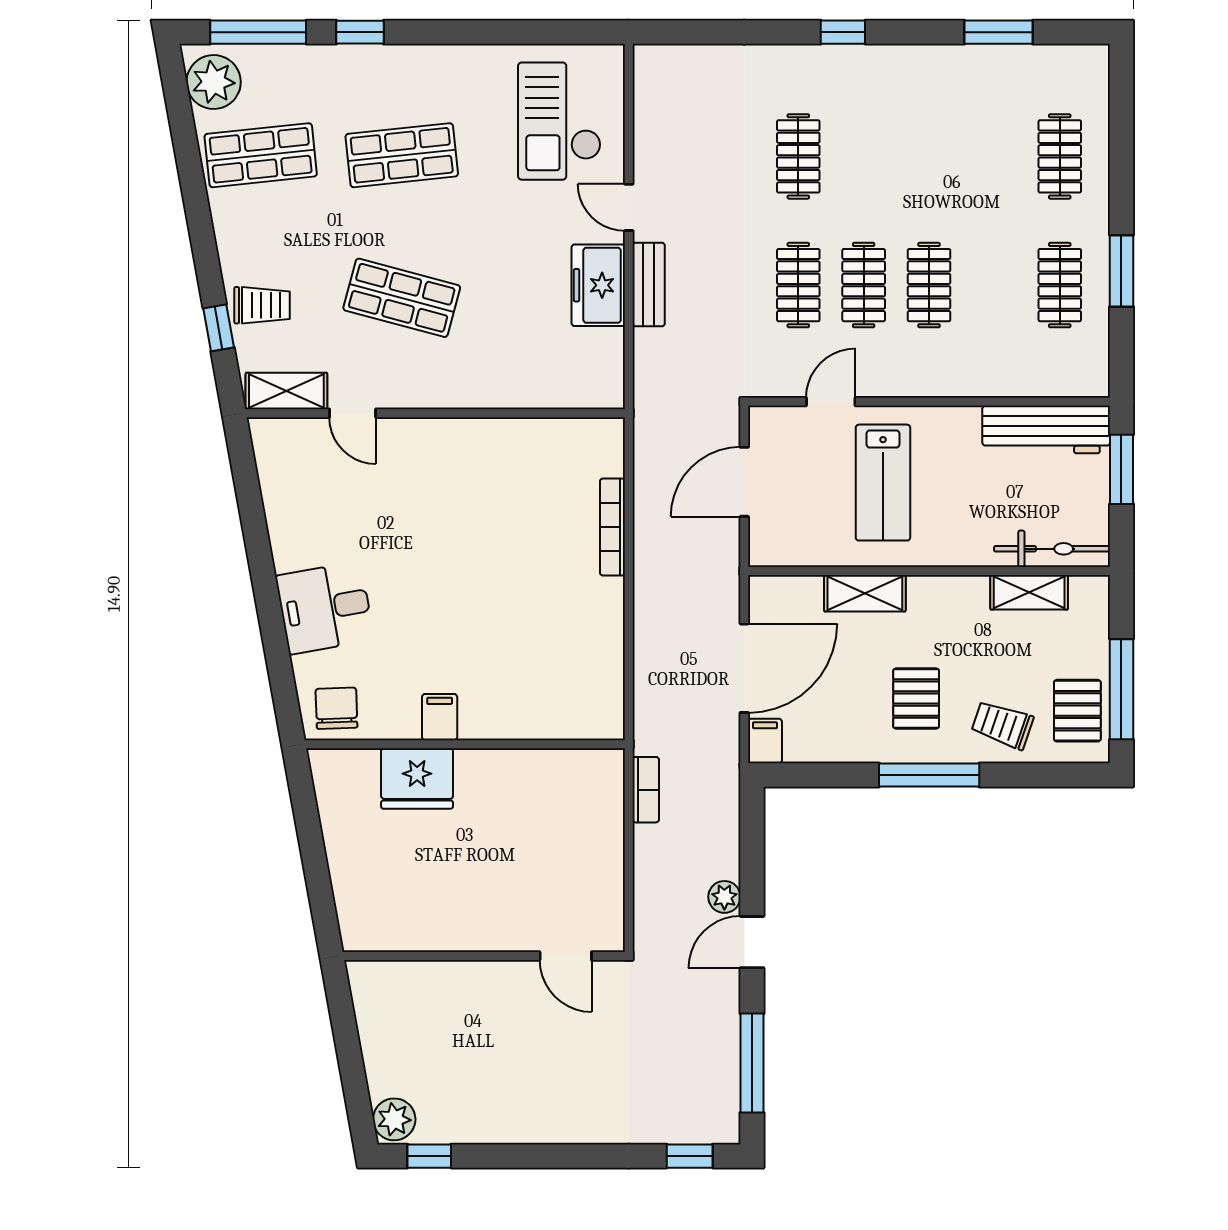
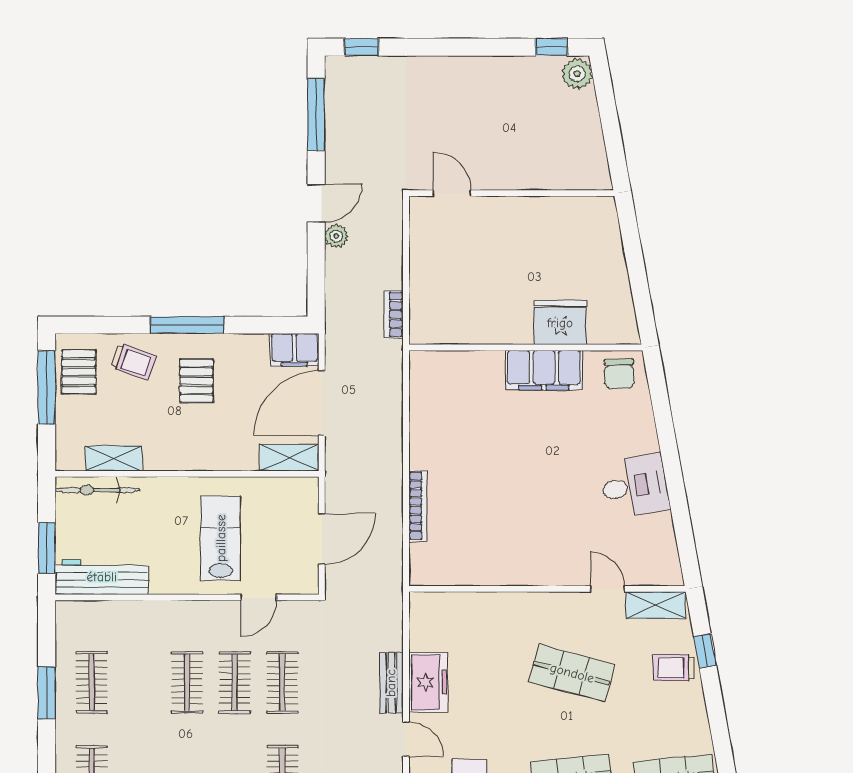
shelving: (865, 593) -> (289, 458), moved
desk: (325, 608) -> (635, 486), moved
filing cabinet: (440, 717) -> (544, 370), width x3.00, depth x1.17
filing cabinet: (765, 741) -> (294, 350), width x2.00

